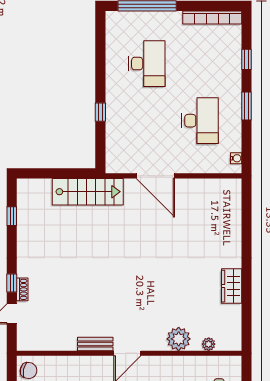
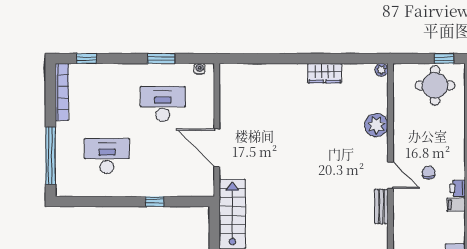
window: (247, 59) -> (86, 59), moved
window: (247, 106) -> (161, 59), moved
door: (155, 176) -> (217, 148), swing flipped
plant: (209, 344) -> (381, 70), moved

